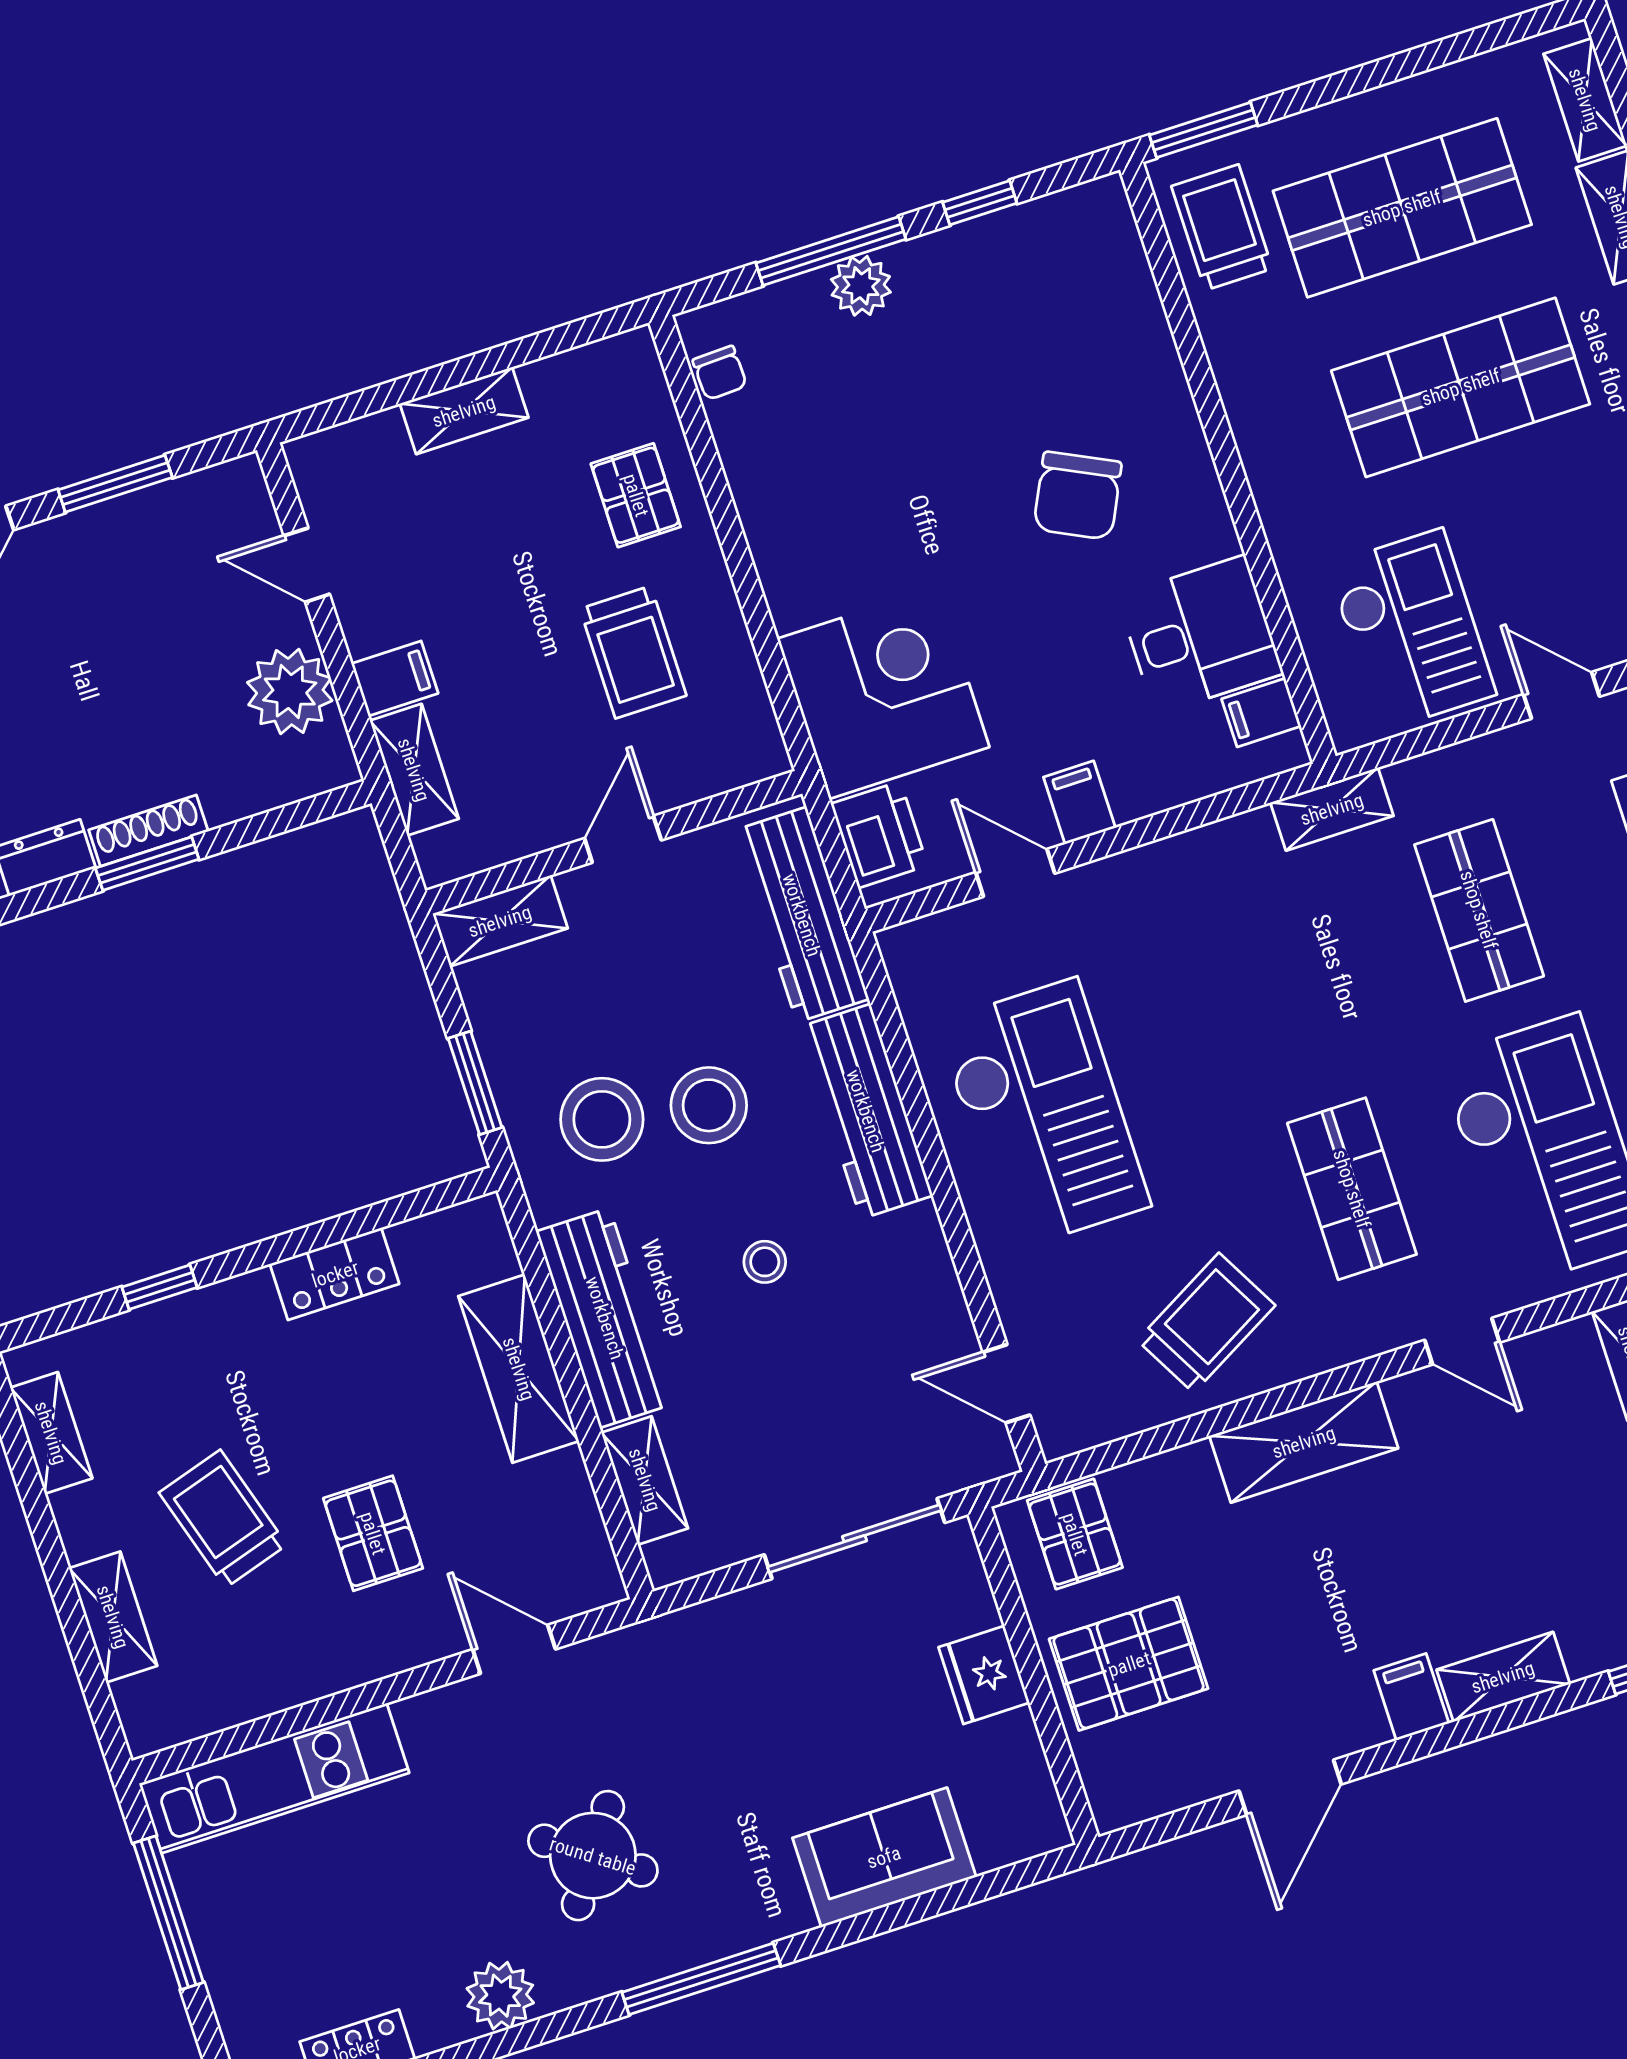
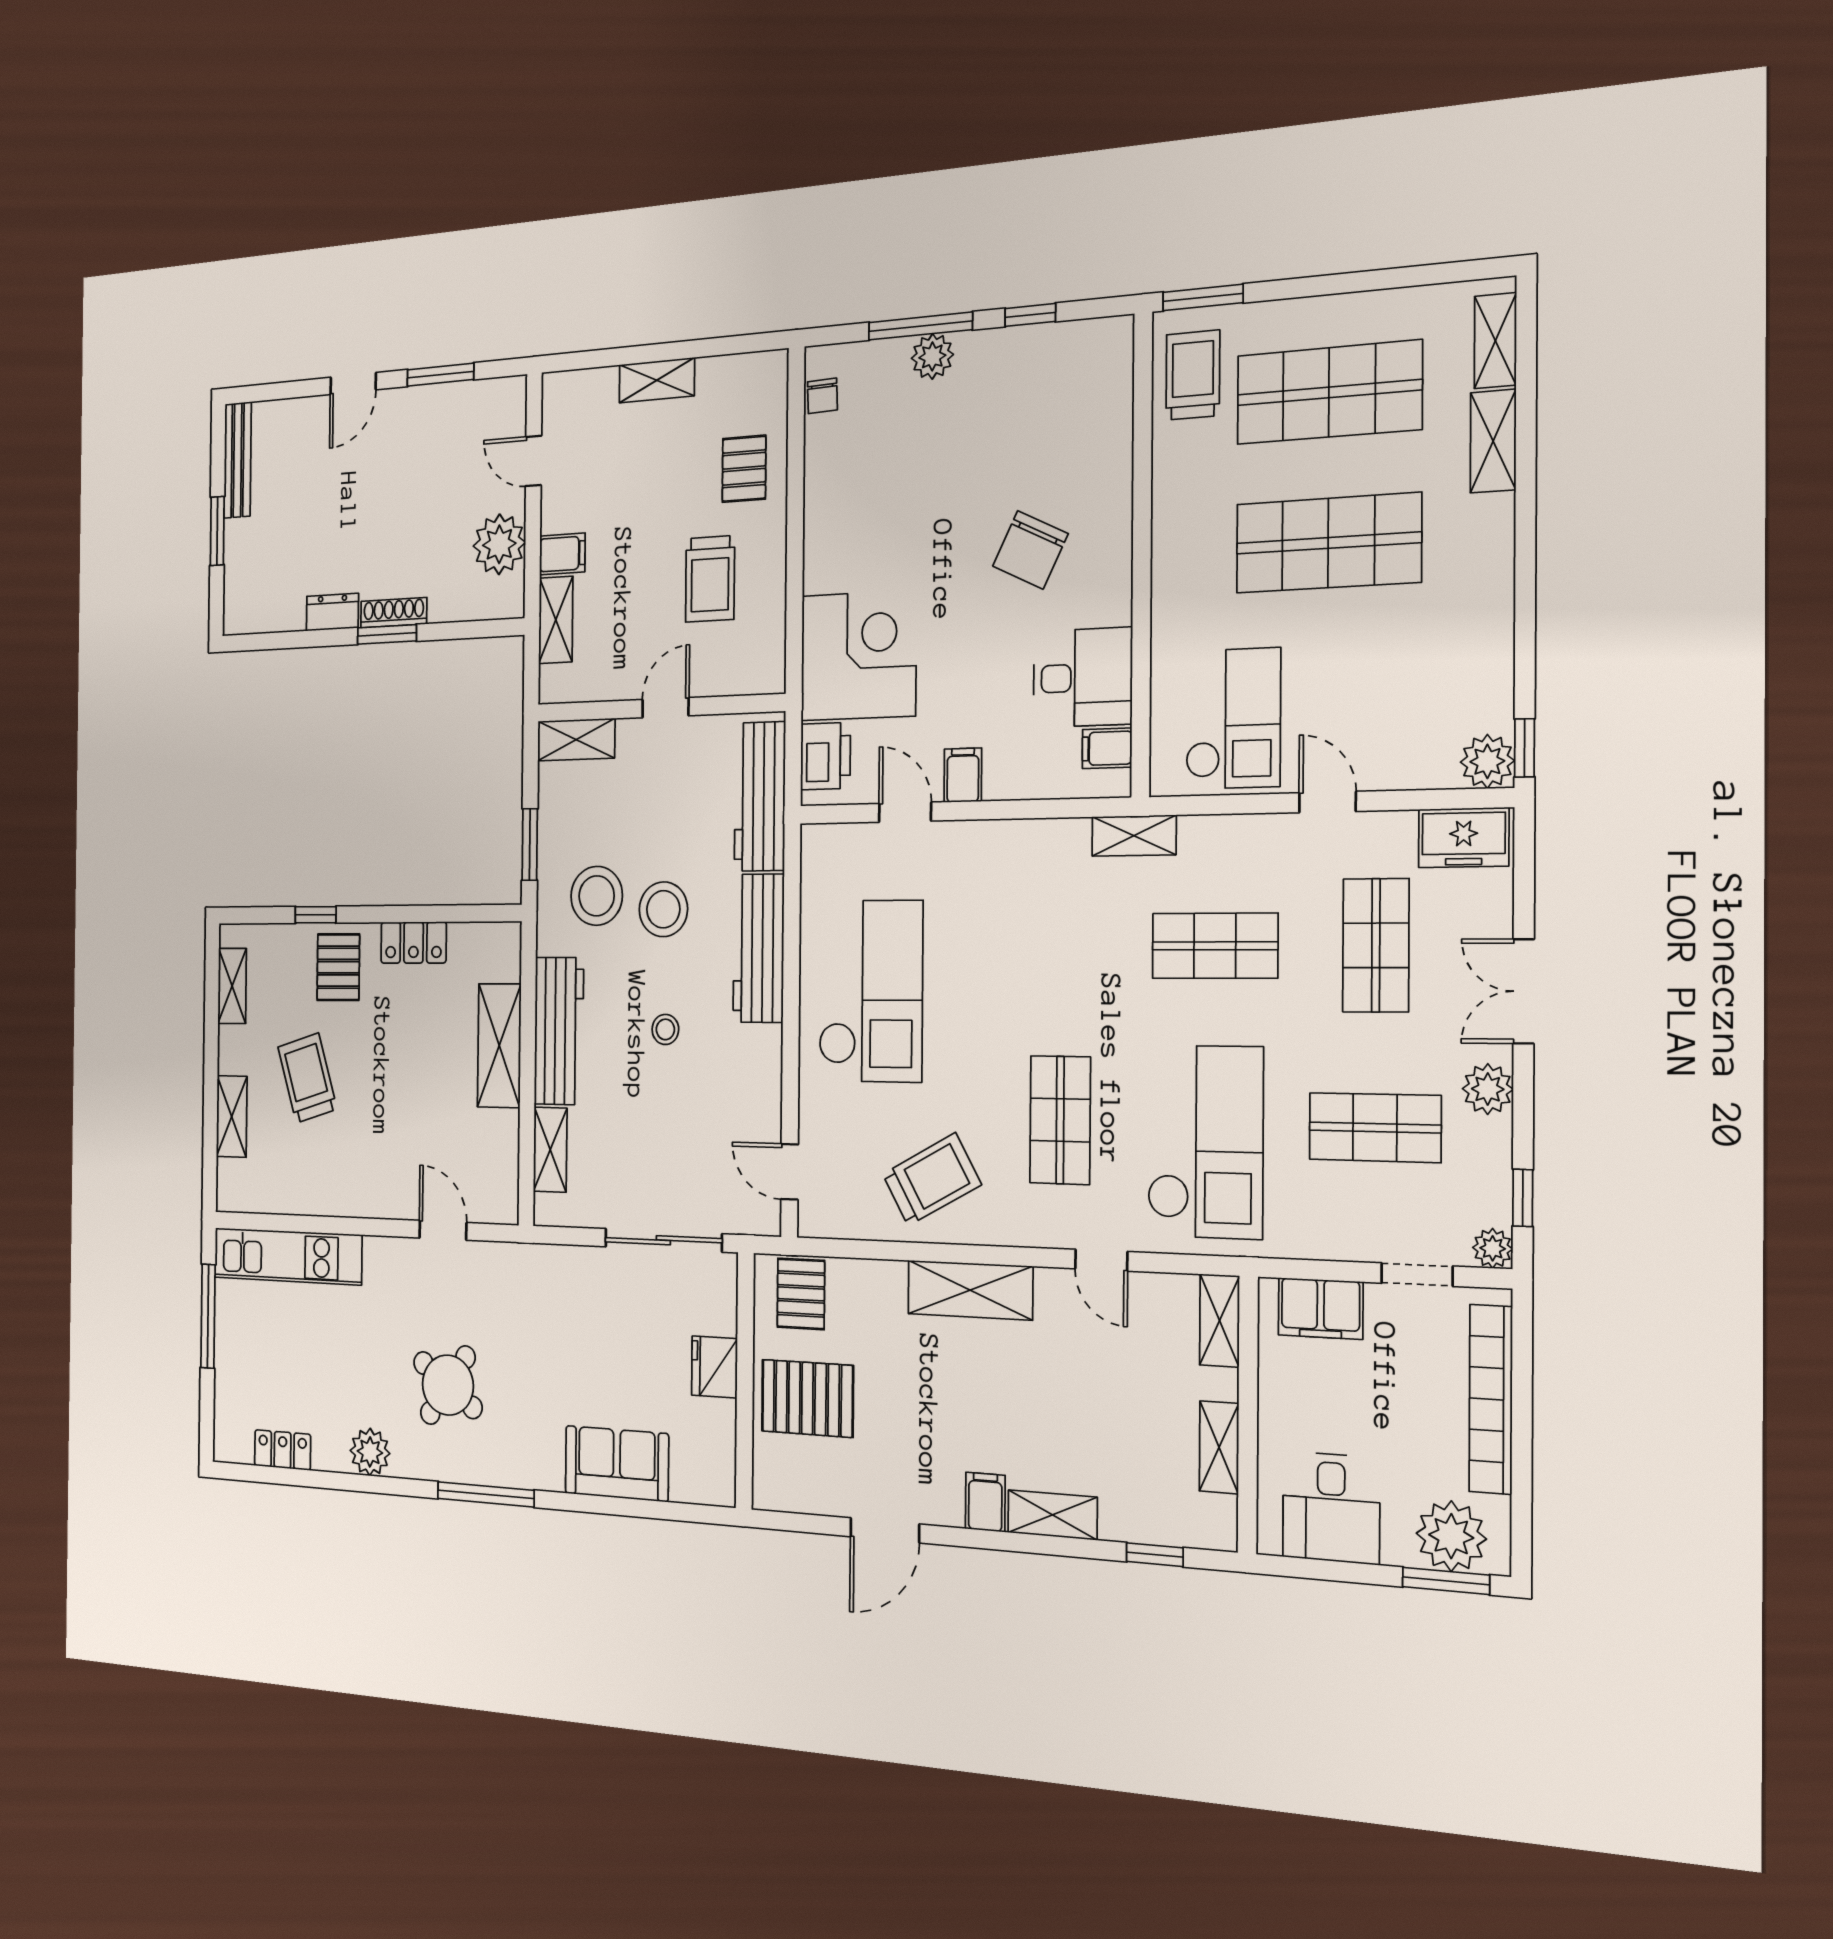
shop shelf: (1479, 910) -> (1215, 946), turned 90
pallet: (373, 1533) -> (338, 967), moved

